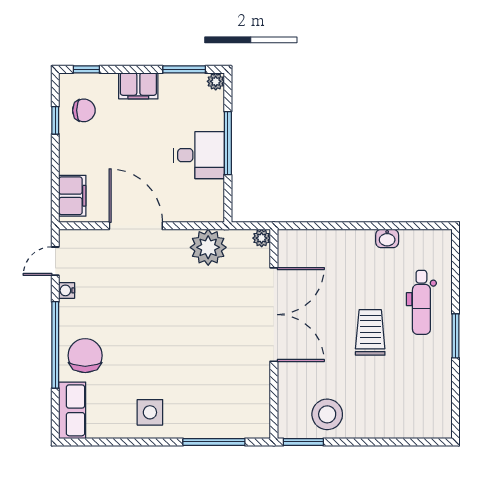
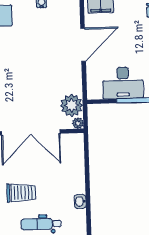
desk: (199, 155) -> (123, 83), width x1.37
plant: (208, 247) -> (72, 105), moved

